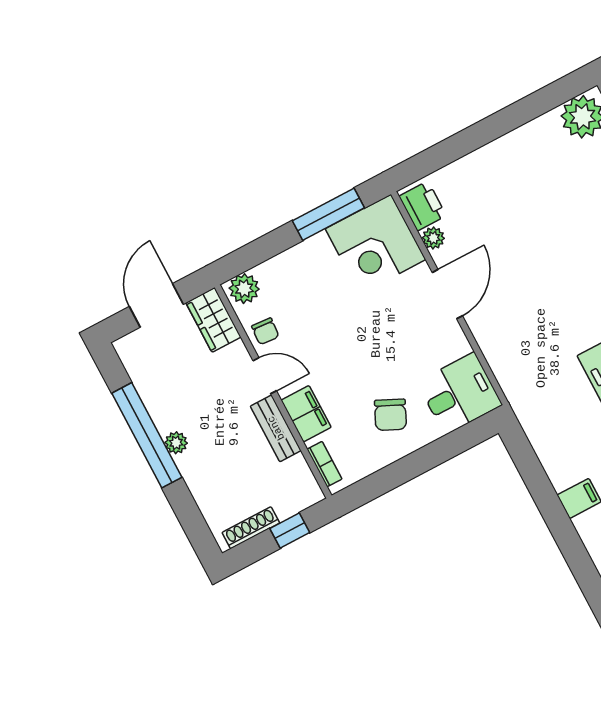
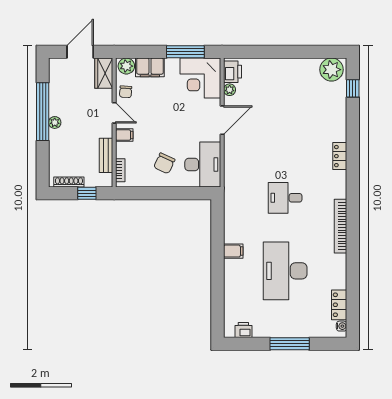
filing cabinet: (284, 270) -> (150, 67), added
desk: (460, 393) -> (203, 165), width x1.37
filing cabinet: (306, 414) -> (124, 135), width x0.50
bench: (276, 428) -> (106, 155), moved

